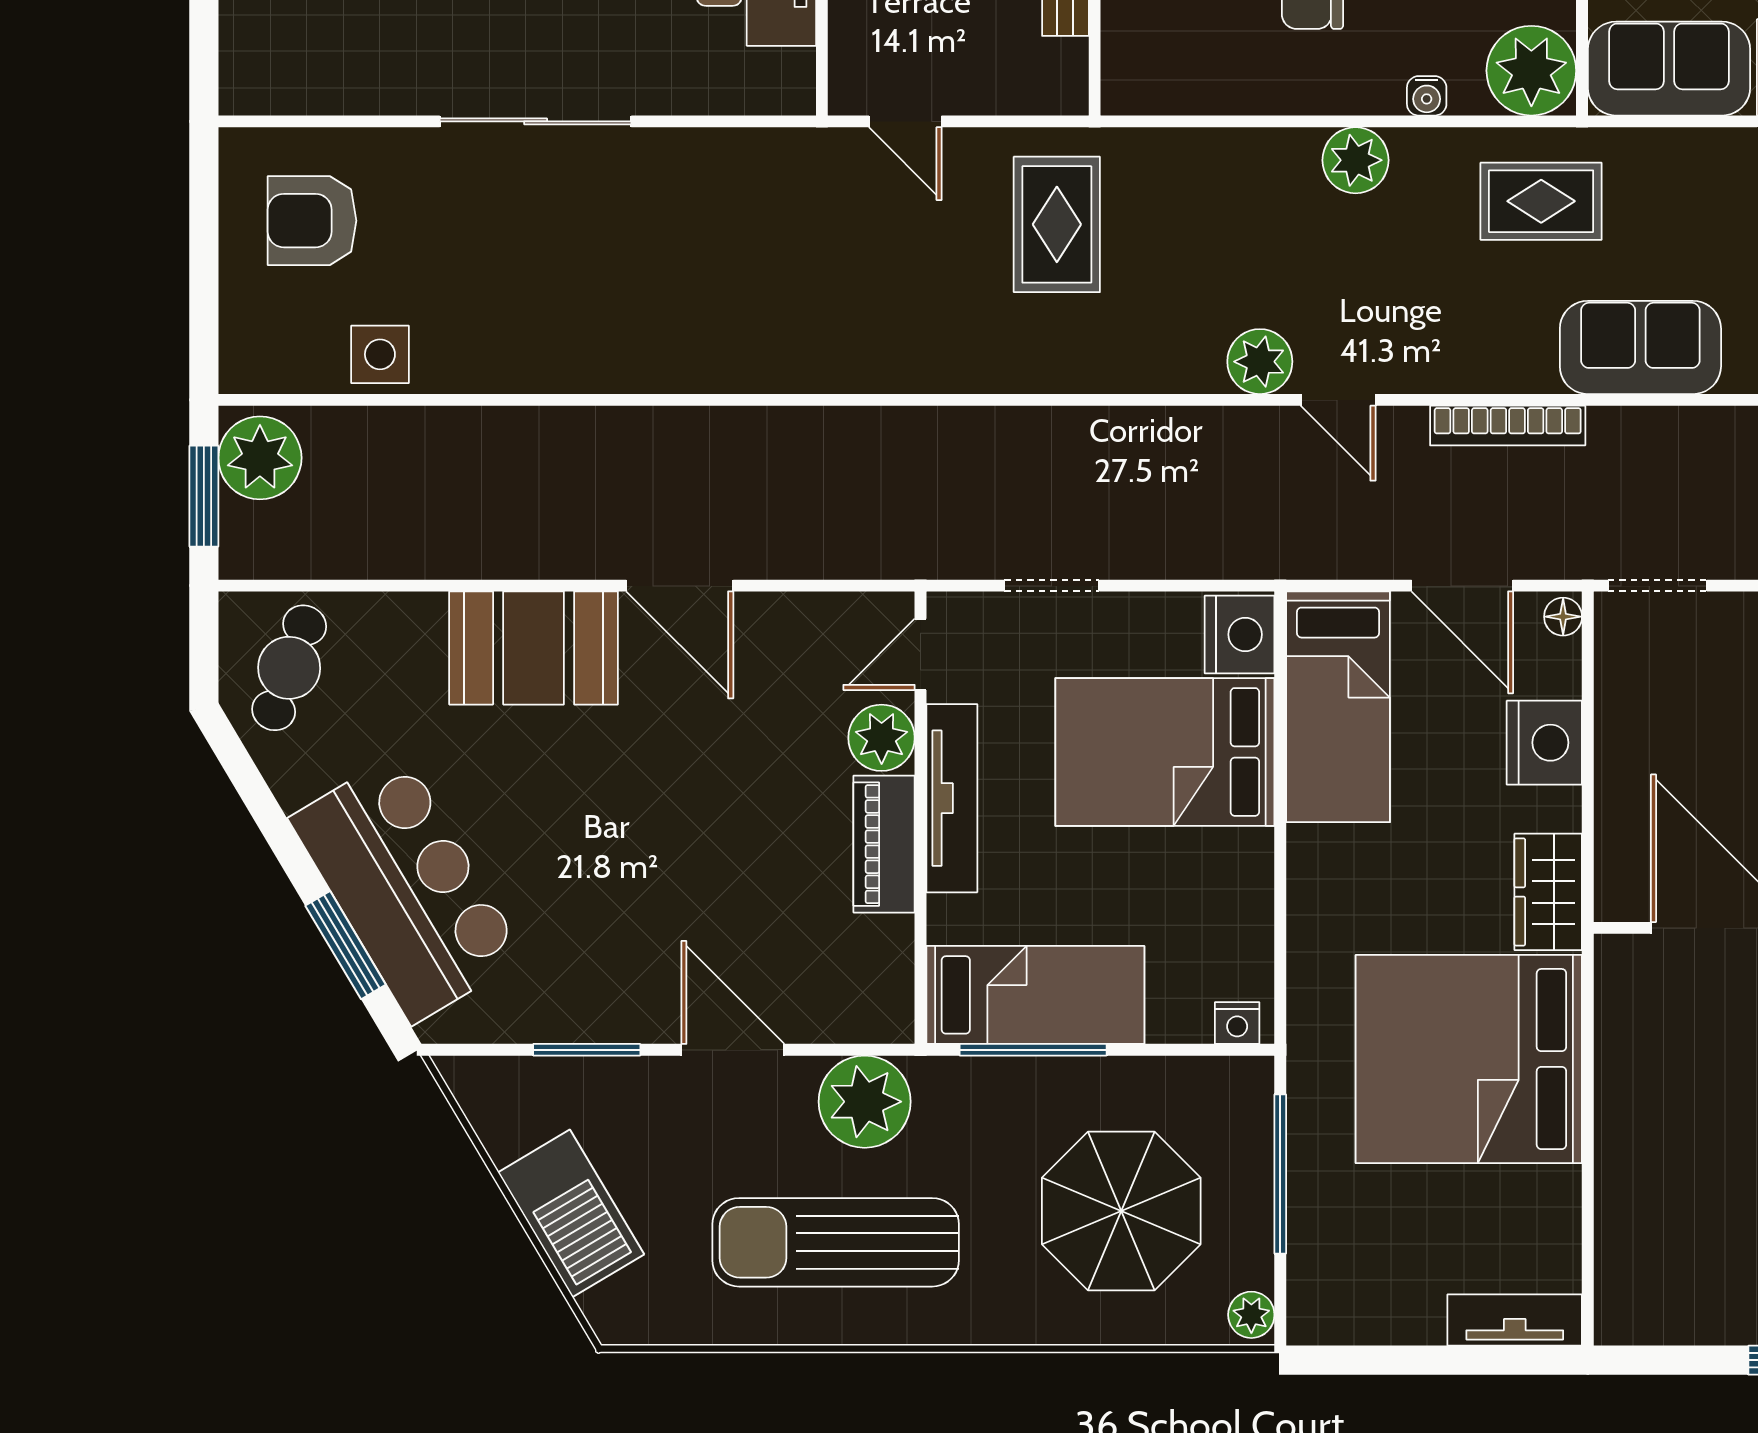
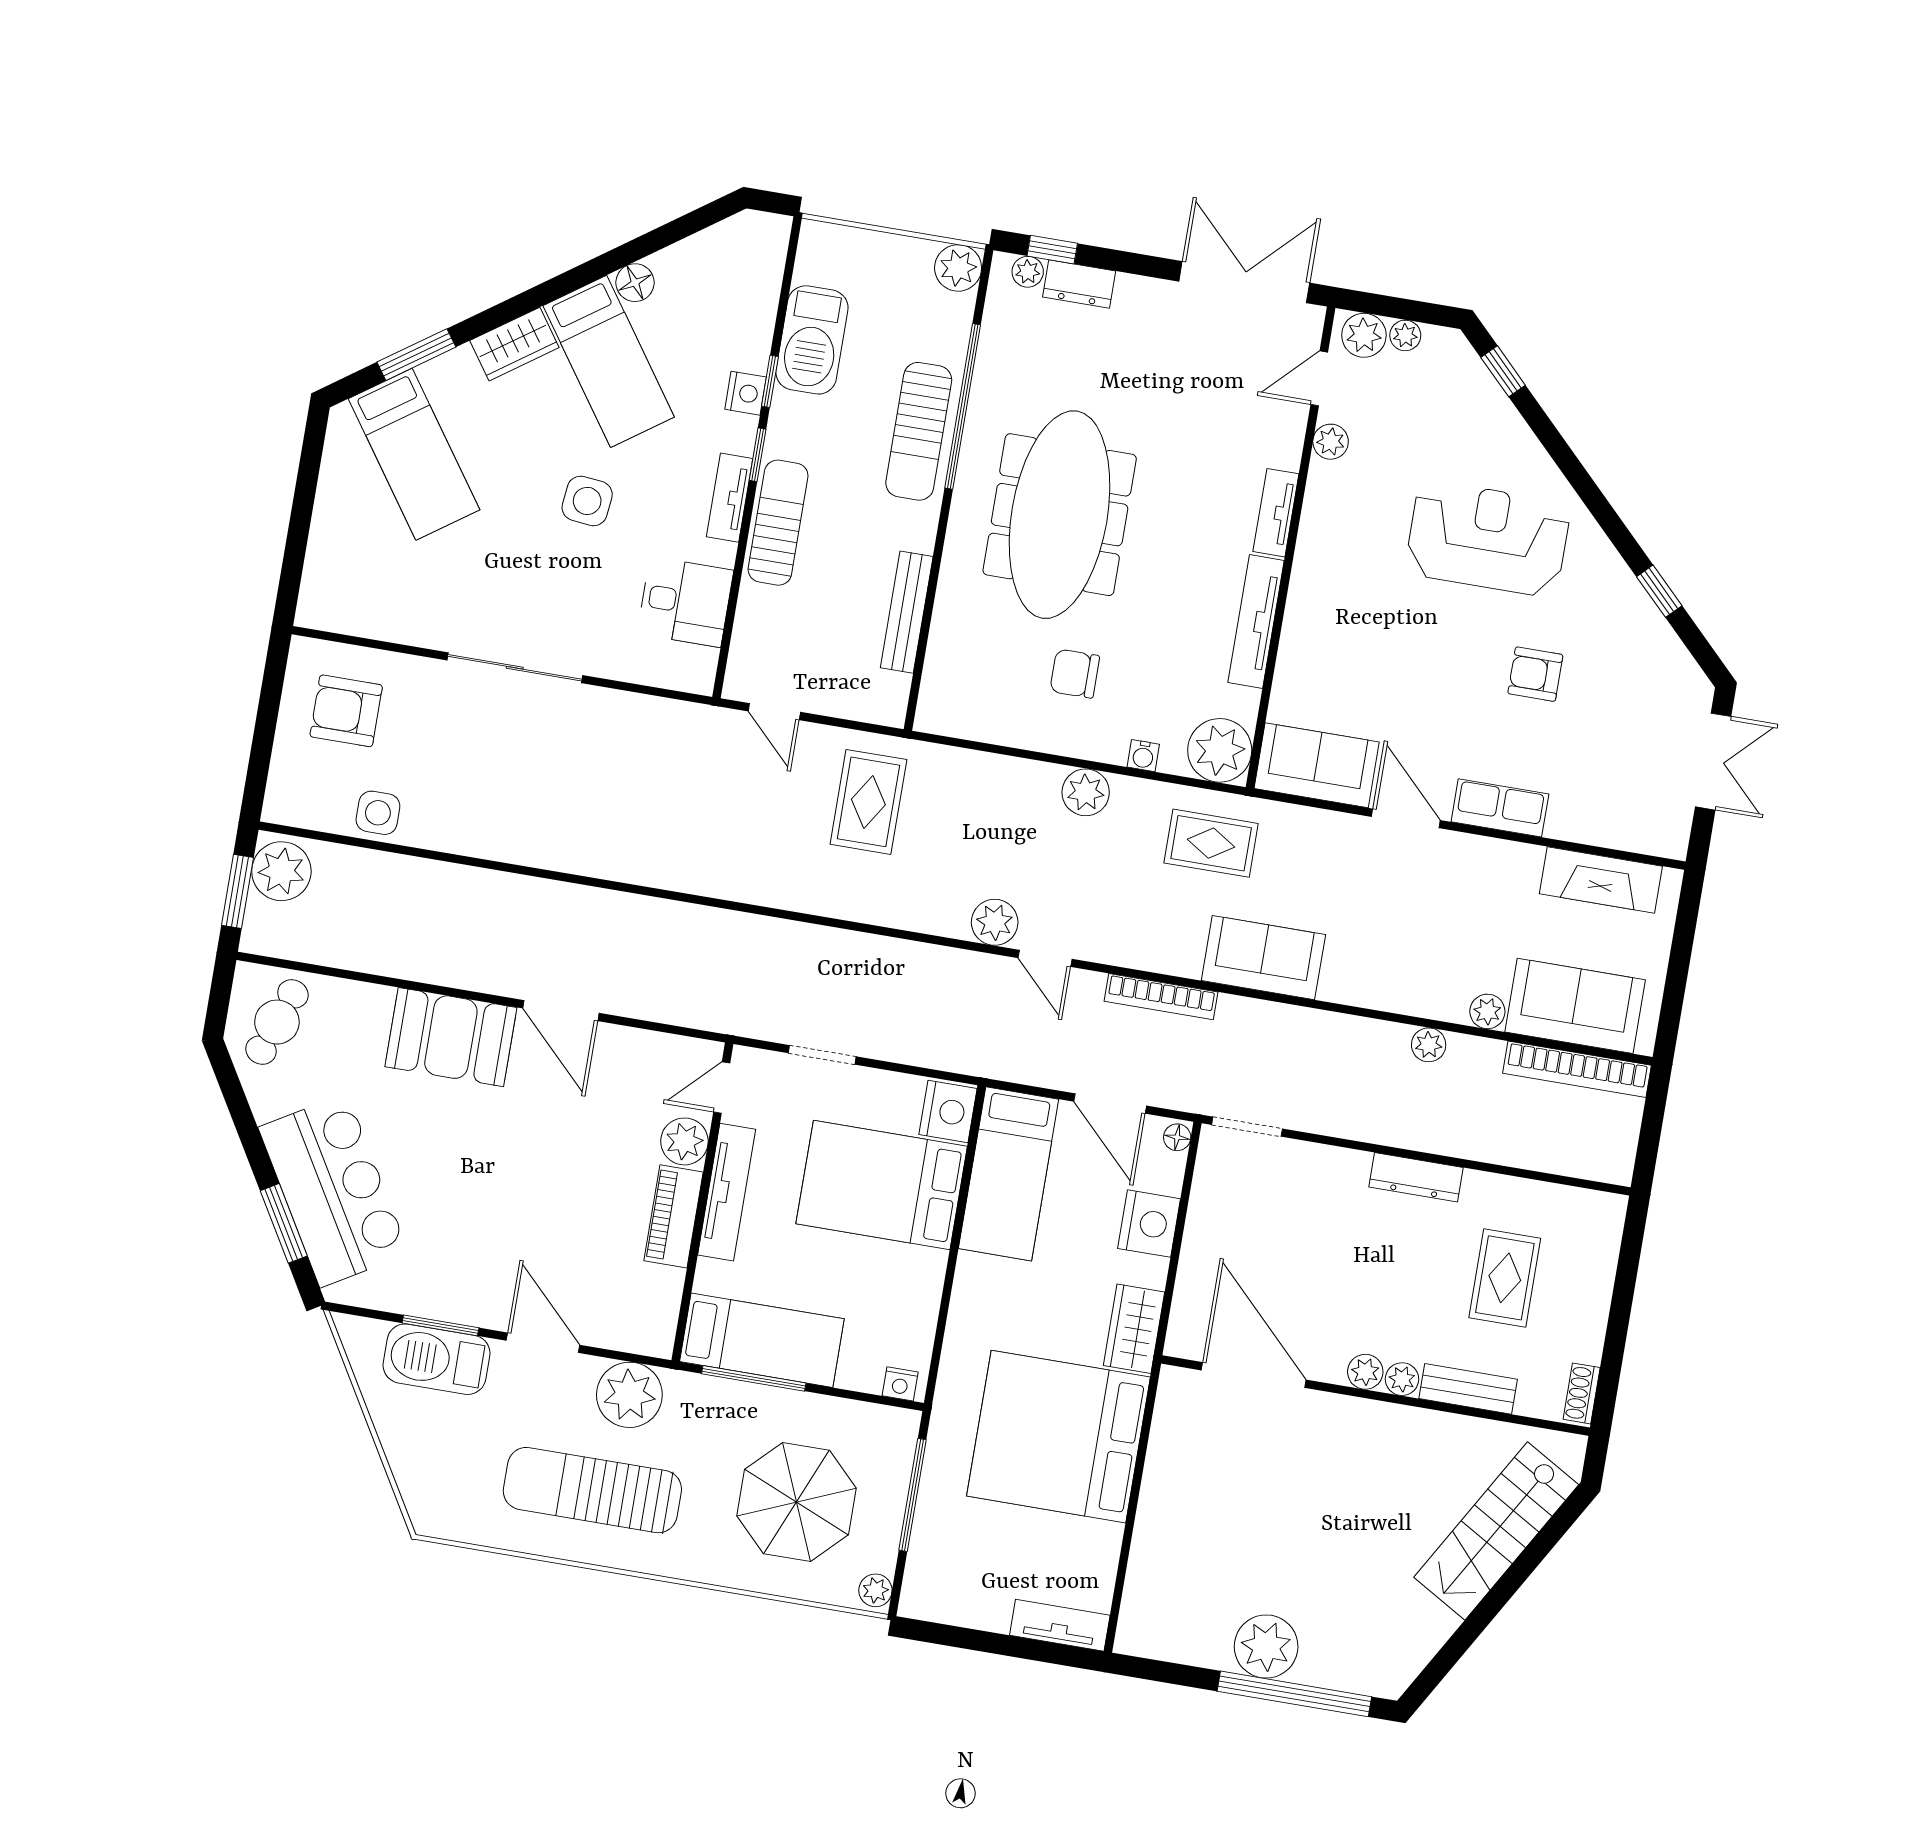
barbecue: (571, 1213) -> (436, 1359), moved, turned 121

